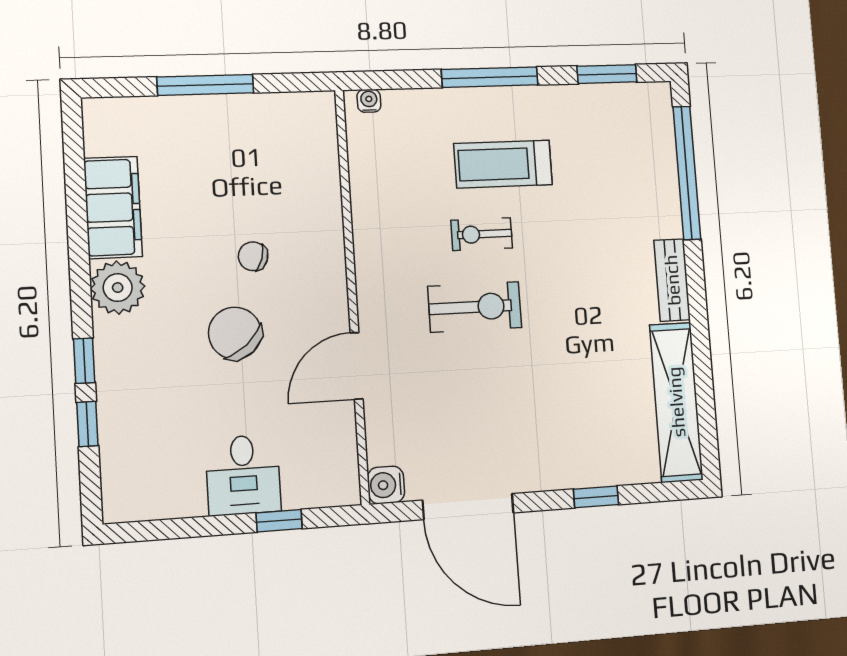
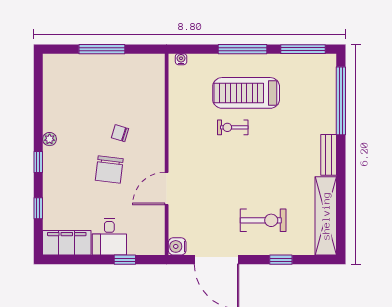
window: (607, 74) -> (303, 49), width x1.44
treadmill: (503, 164) -> (246, 93), width x1.37, depth x1.38
filing cabinet: (113, 207) -> (67, 243), moved, turned -90
plant: (118, 288) -> (50, 139), width x0.53, depth x0.53
exercise bike: (475, 307) -> (263, 220), moved
chair: (235, 333) -> (109, 170), turned -132
window: (84, 361) -> (38, 162), moved

